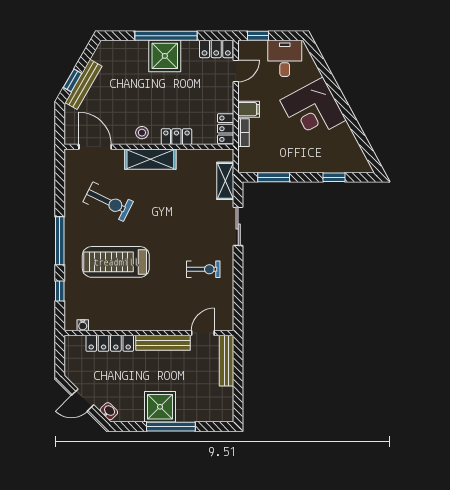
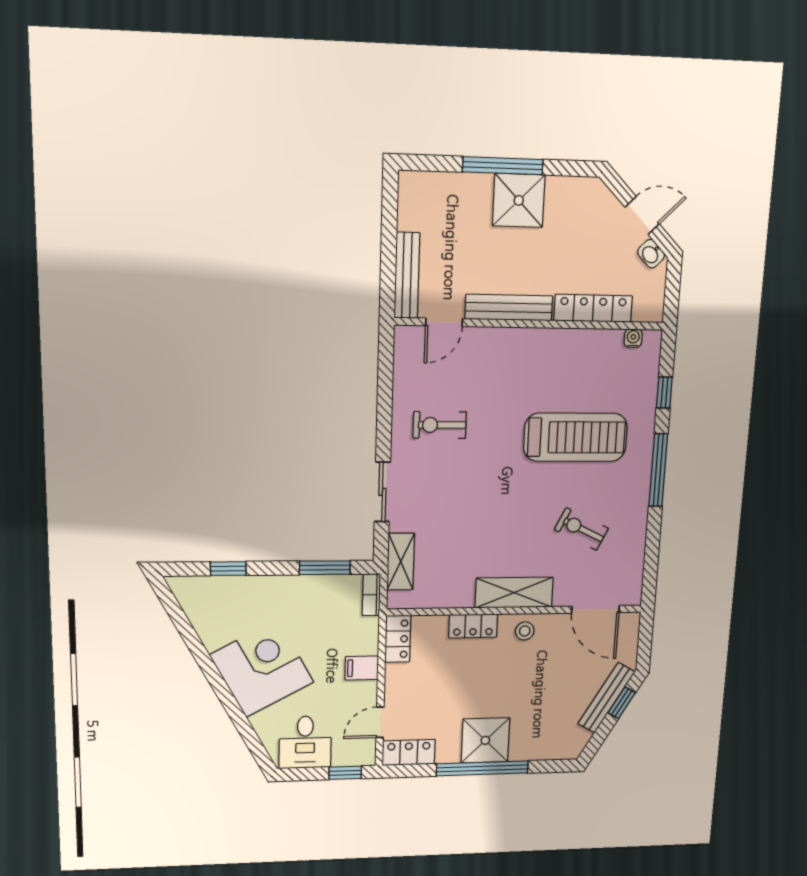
bookcase: (244, 133) -> (371, 595), moved
exercise bike: (108, 202) -> (581, 529), width x0.73, depth x0.72
washbasin: (109, 411) -> (651, 254), moved

